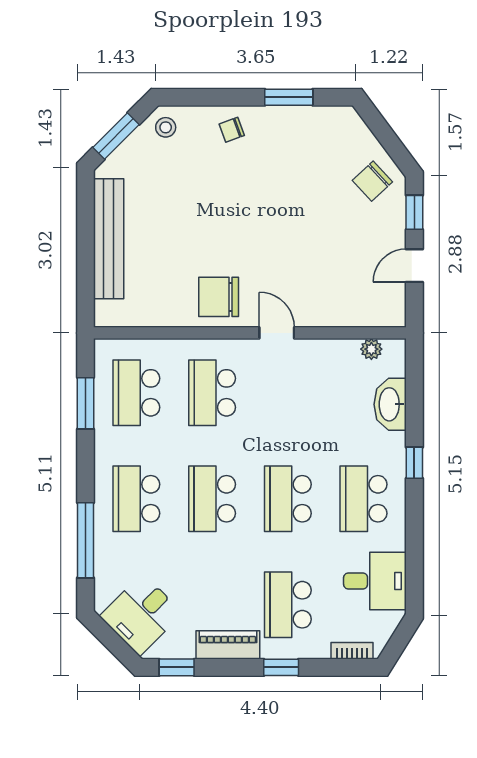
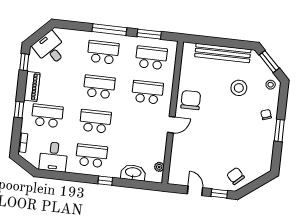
window: (289, 97) -> (279, 130), moved
stool: (180, 195) -> (239, 88), added
window: (85, 540) -> (109, 30), moved

